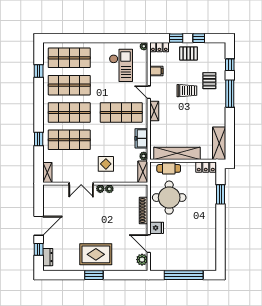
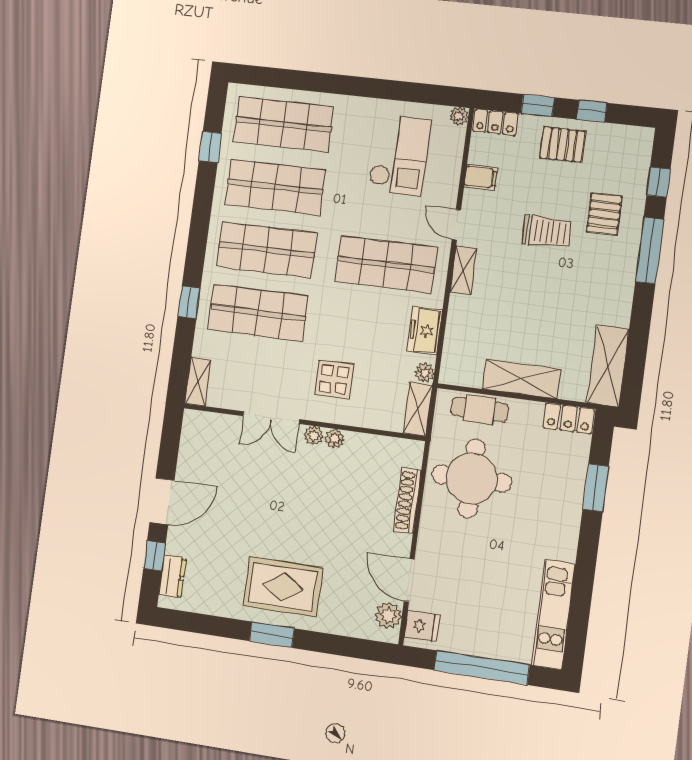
shelving: (177, 153) -> (521, 379), width x0.68
fridge: (157, 228) -> (422, 626), moved
kitchen unit: (210, 249) -> (553, 615), added

